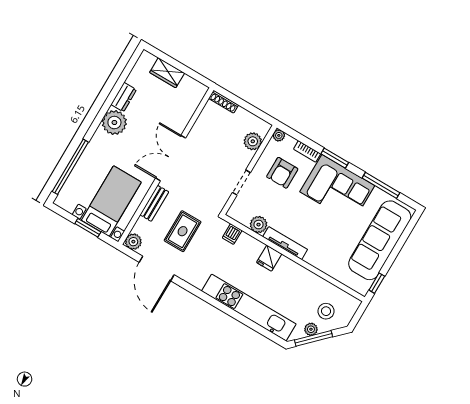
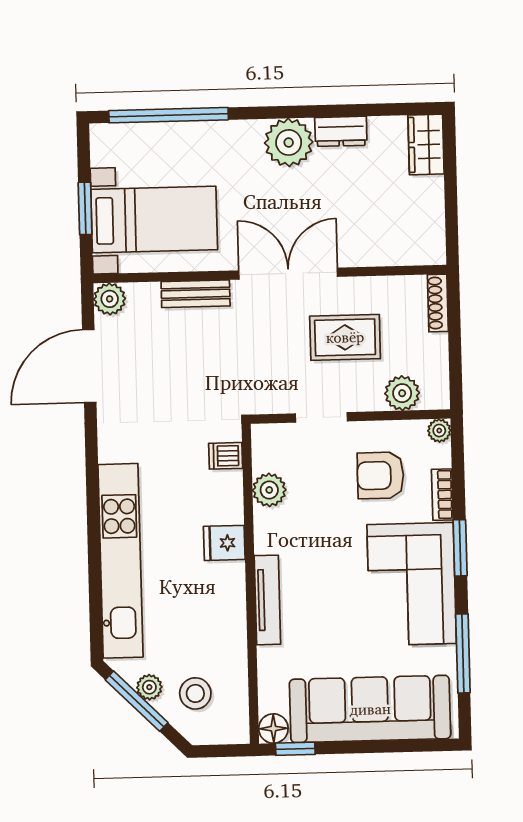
wardrobe: (167, 73) -> (426, 145), moved
rug: (183, 231) -> (345, 337), moved
tv unit: (285, 243) -> (267, 600), moved
floor lamp: (362, 287) -> (273, 729), added

